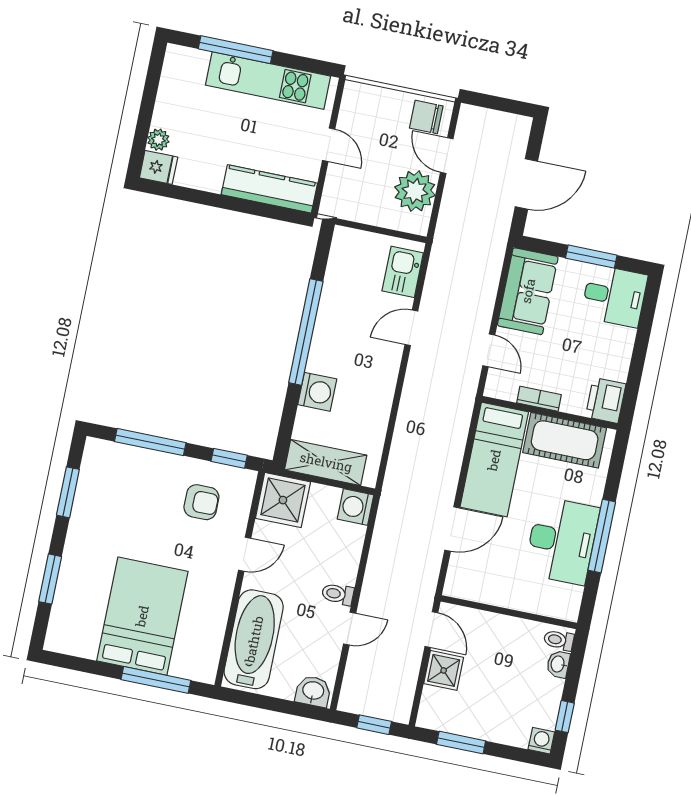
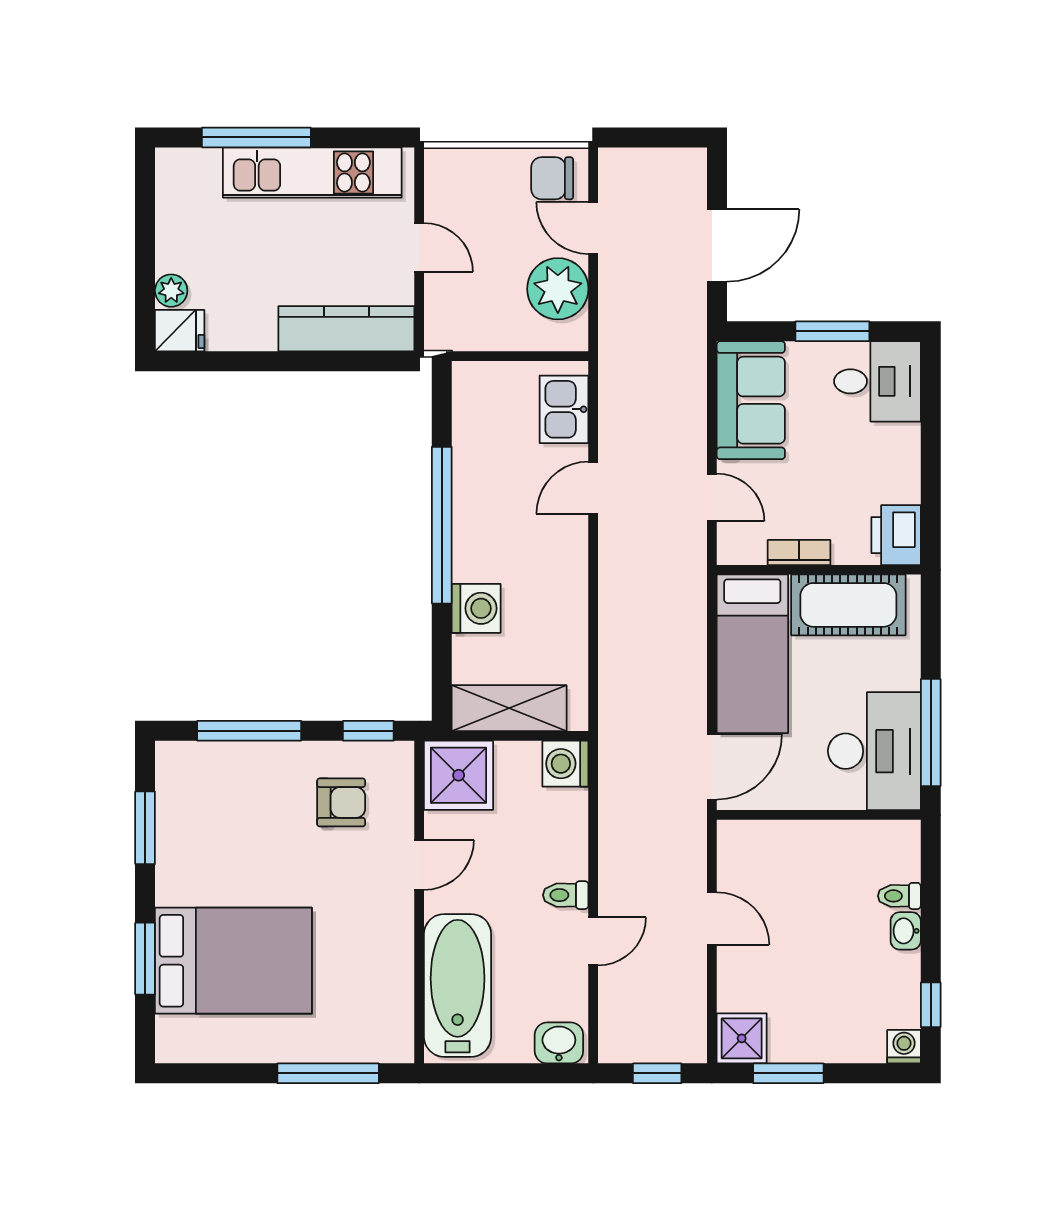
wall: (509, 612) -> (819, 815), moved
bed: (142, 616) -> (233, 961), moved, turned 90
shower: (444, 670) -> (742, 1038), moved

